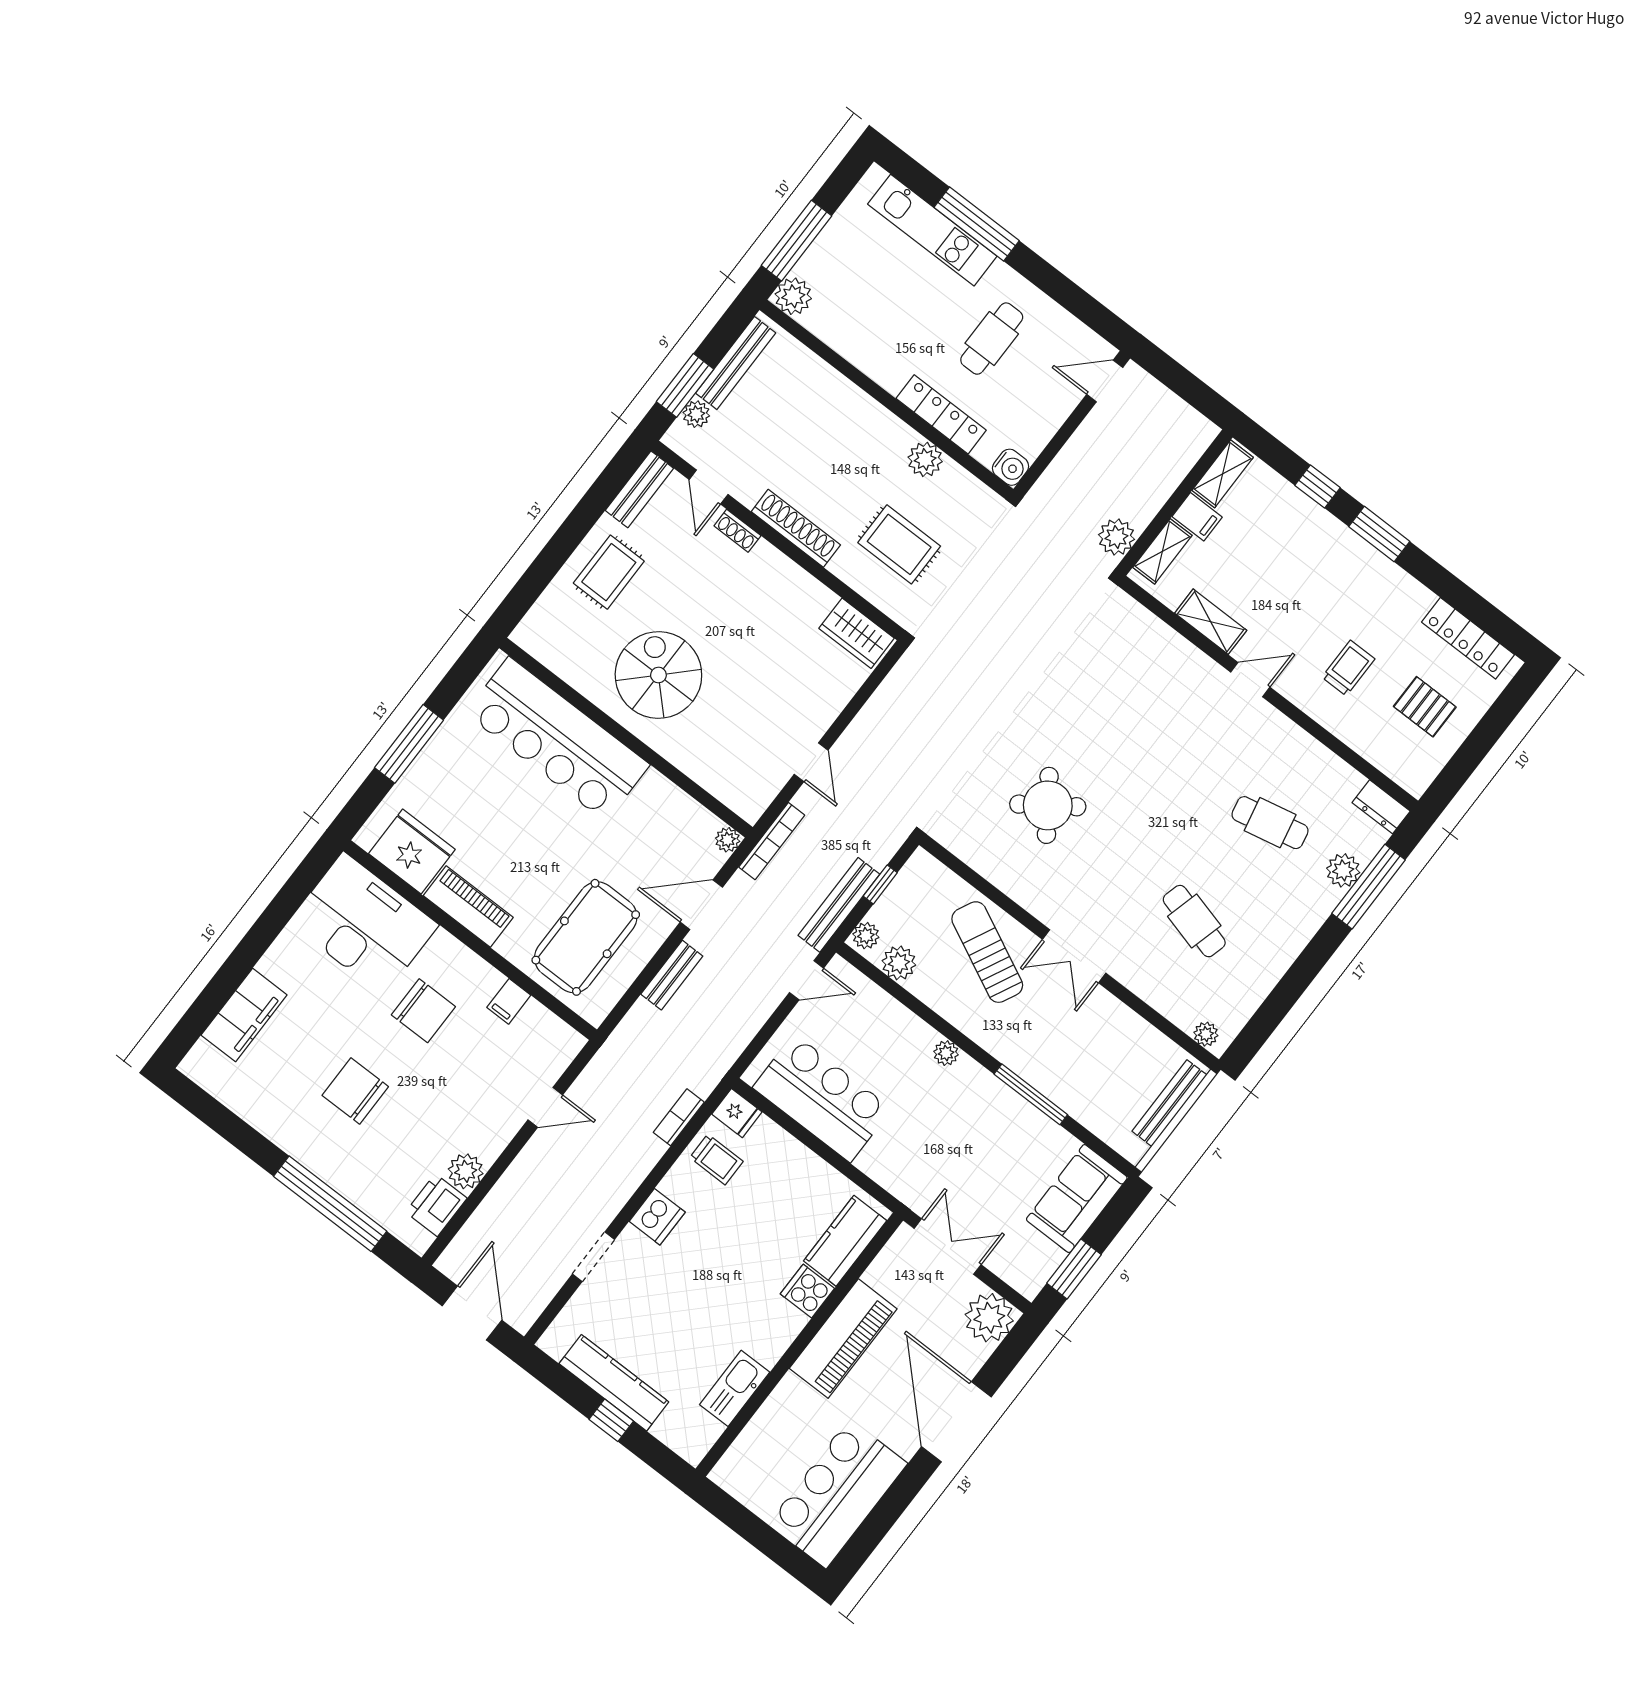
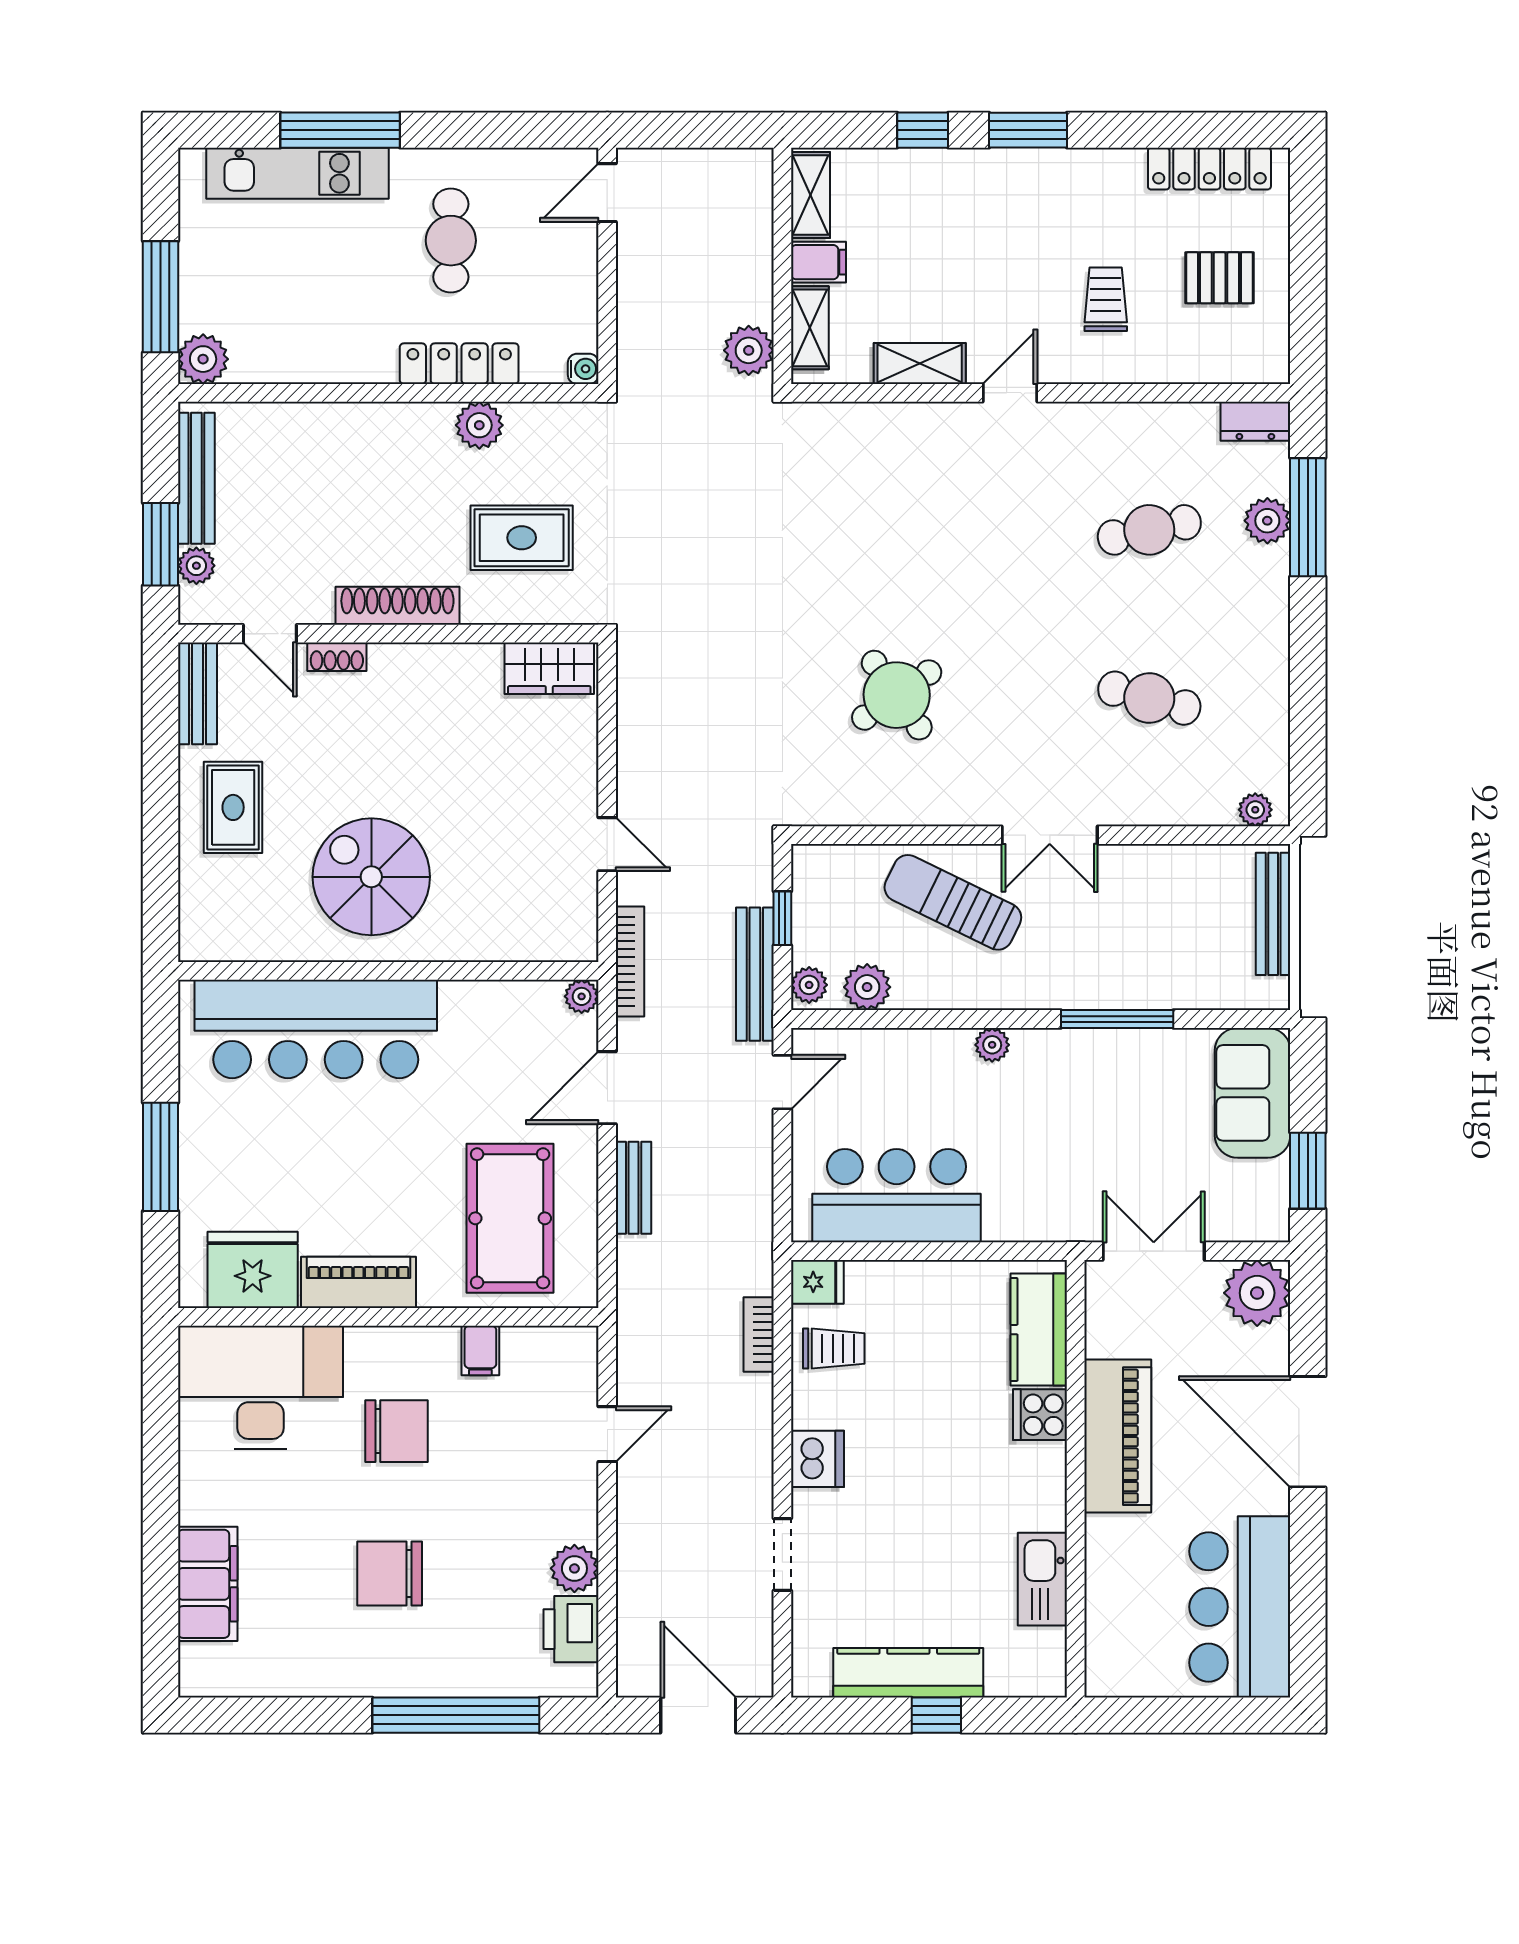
water cooler: (1011, 467) -> (583, 369), width x0.72, depth x0.72

